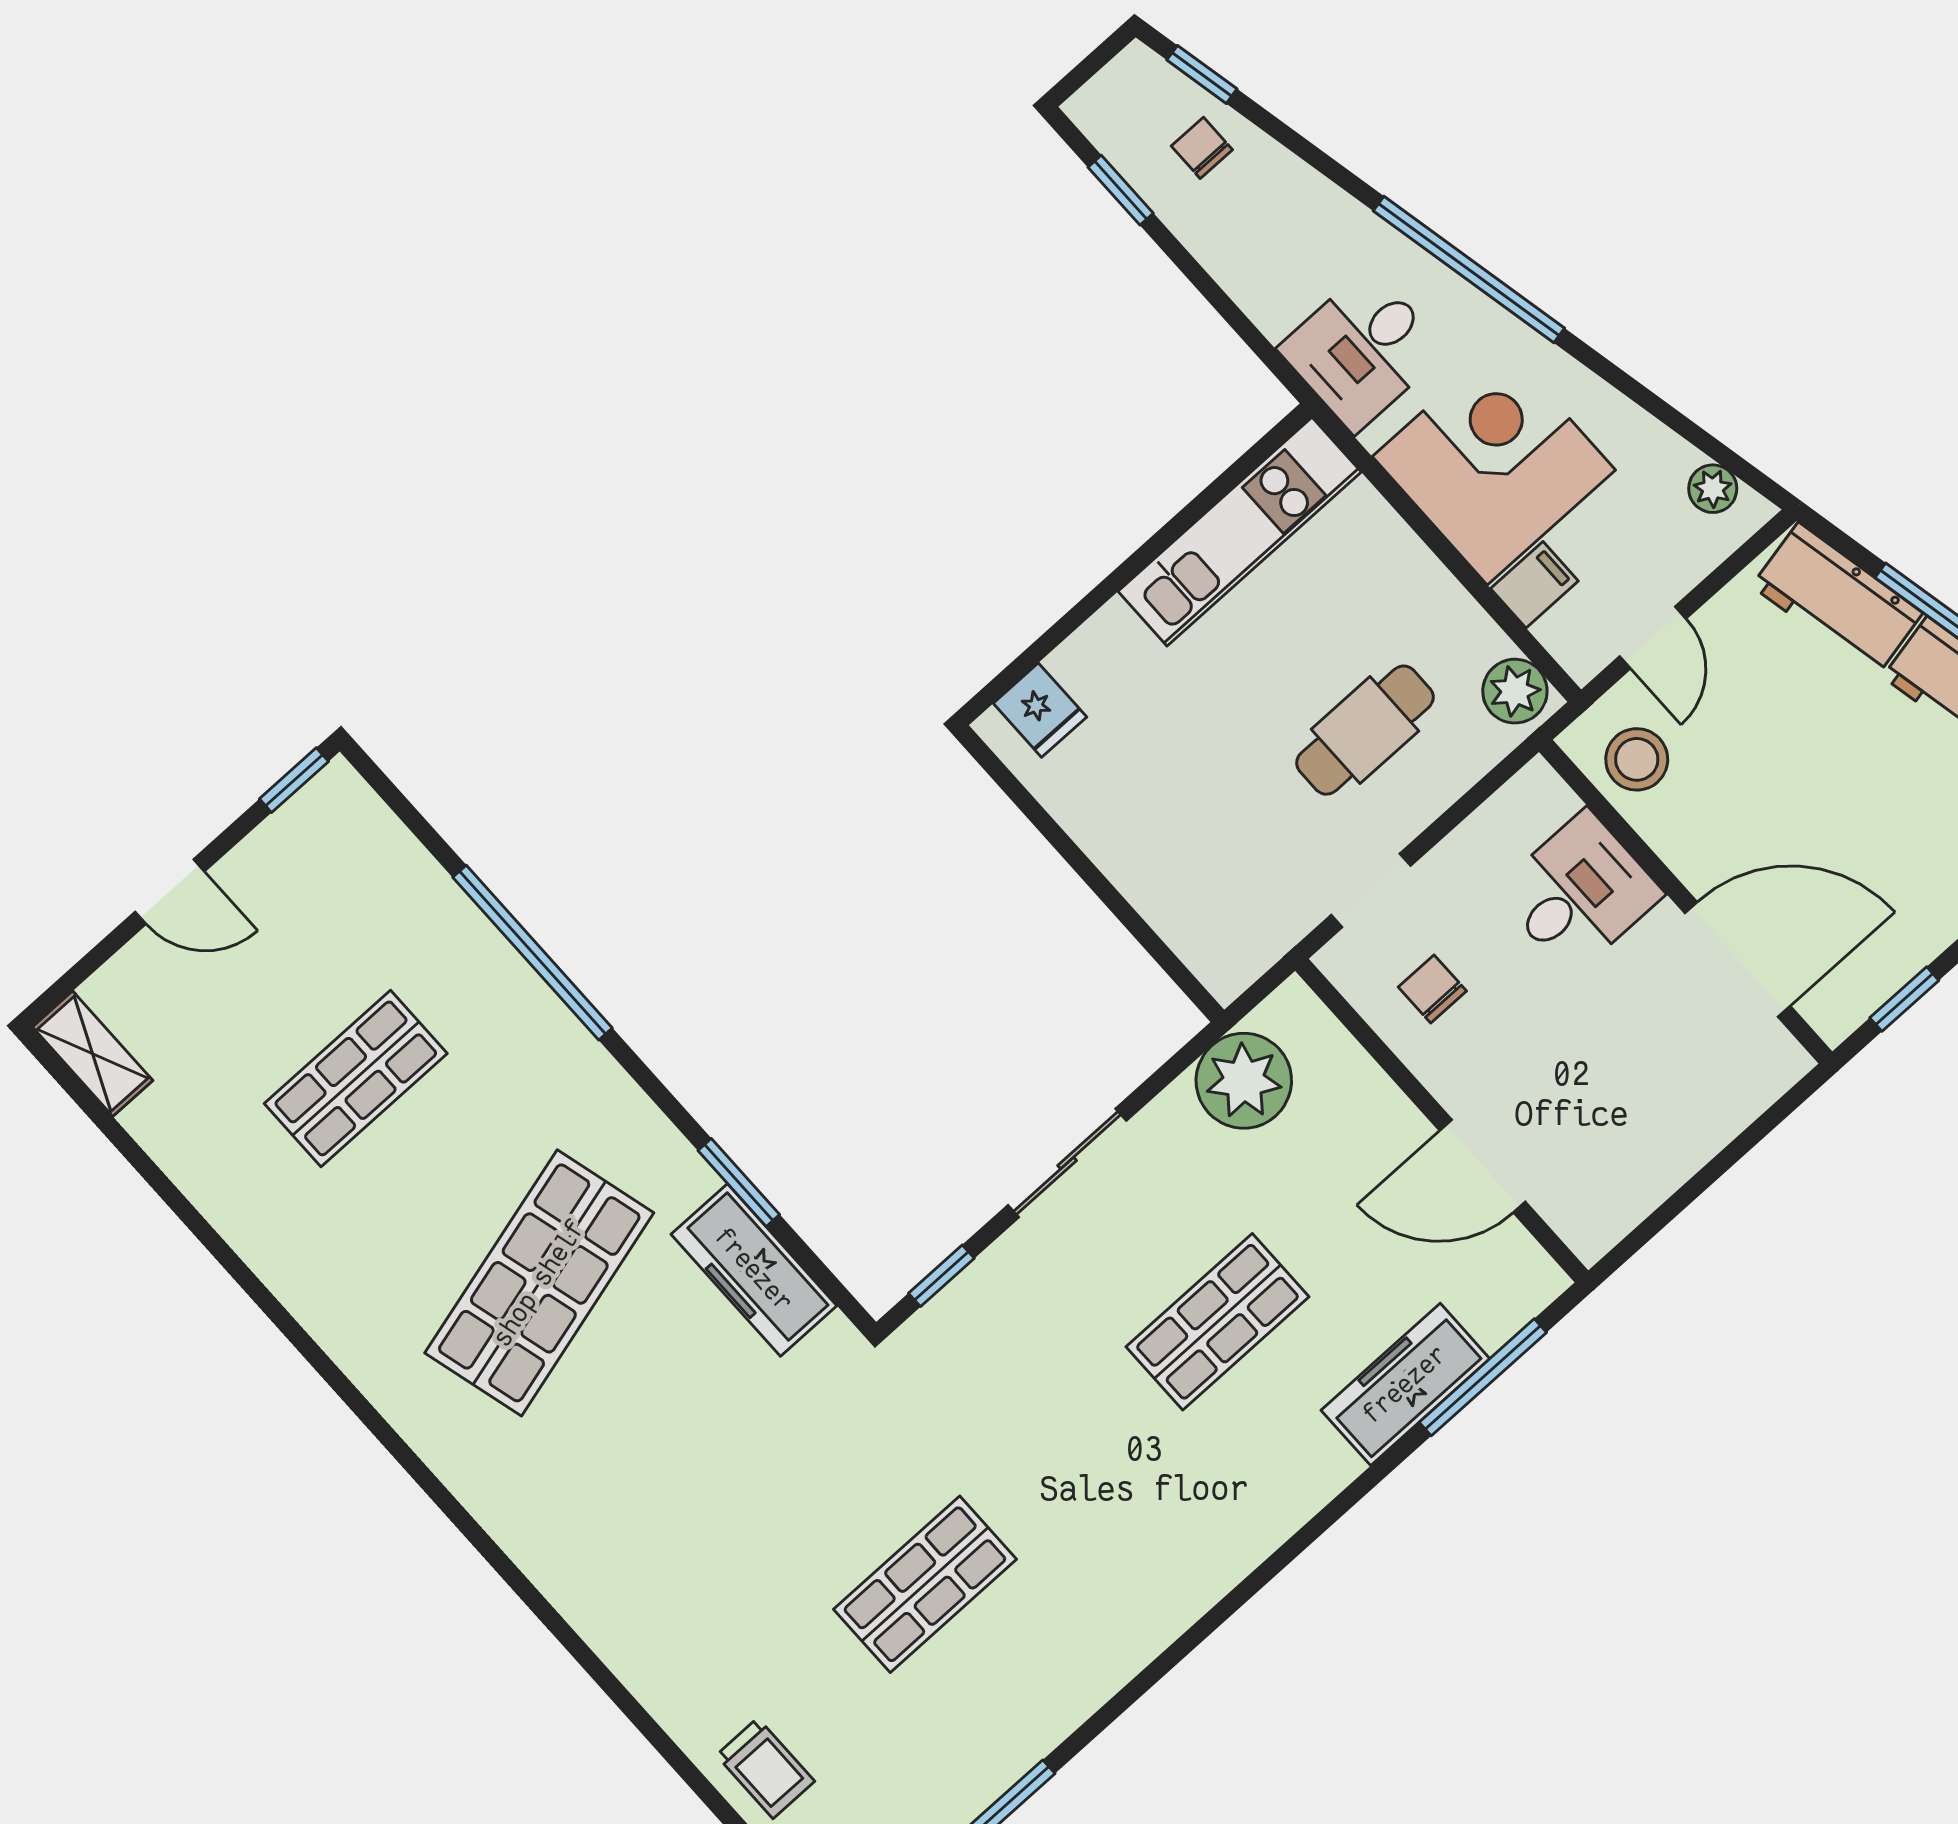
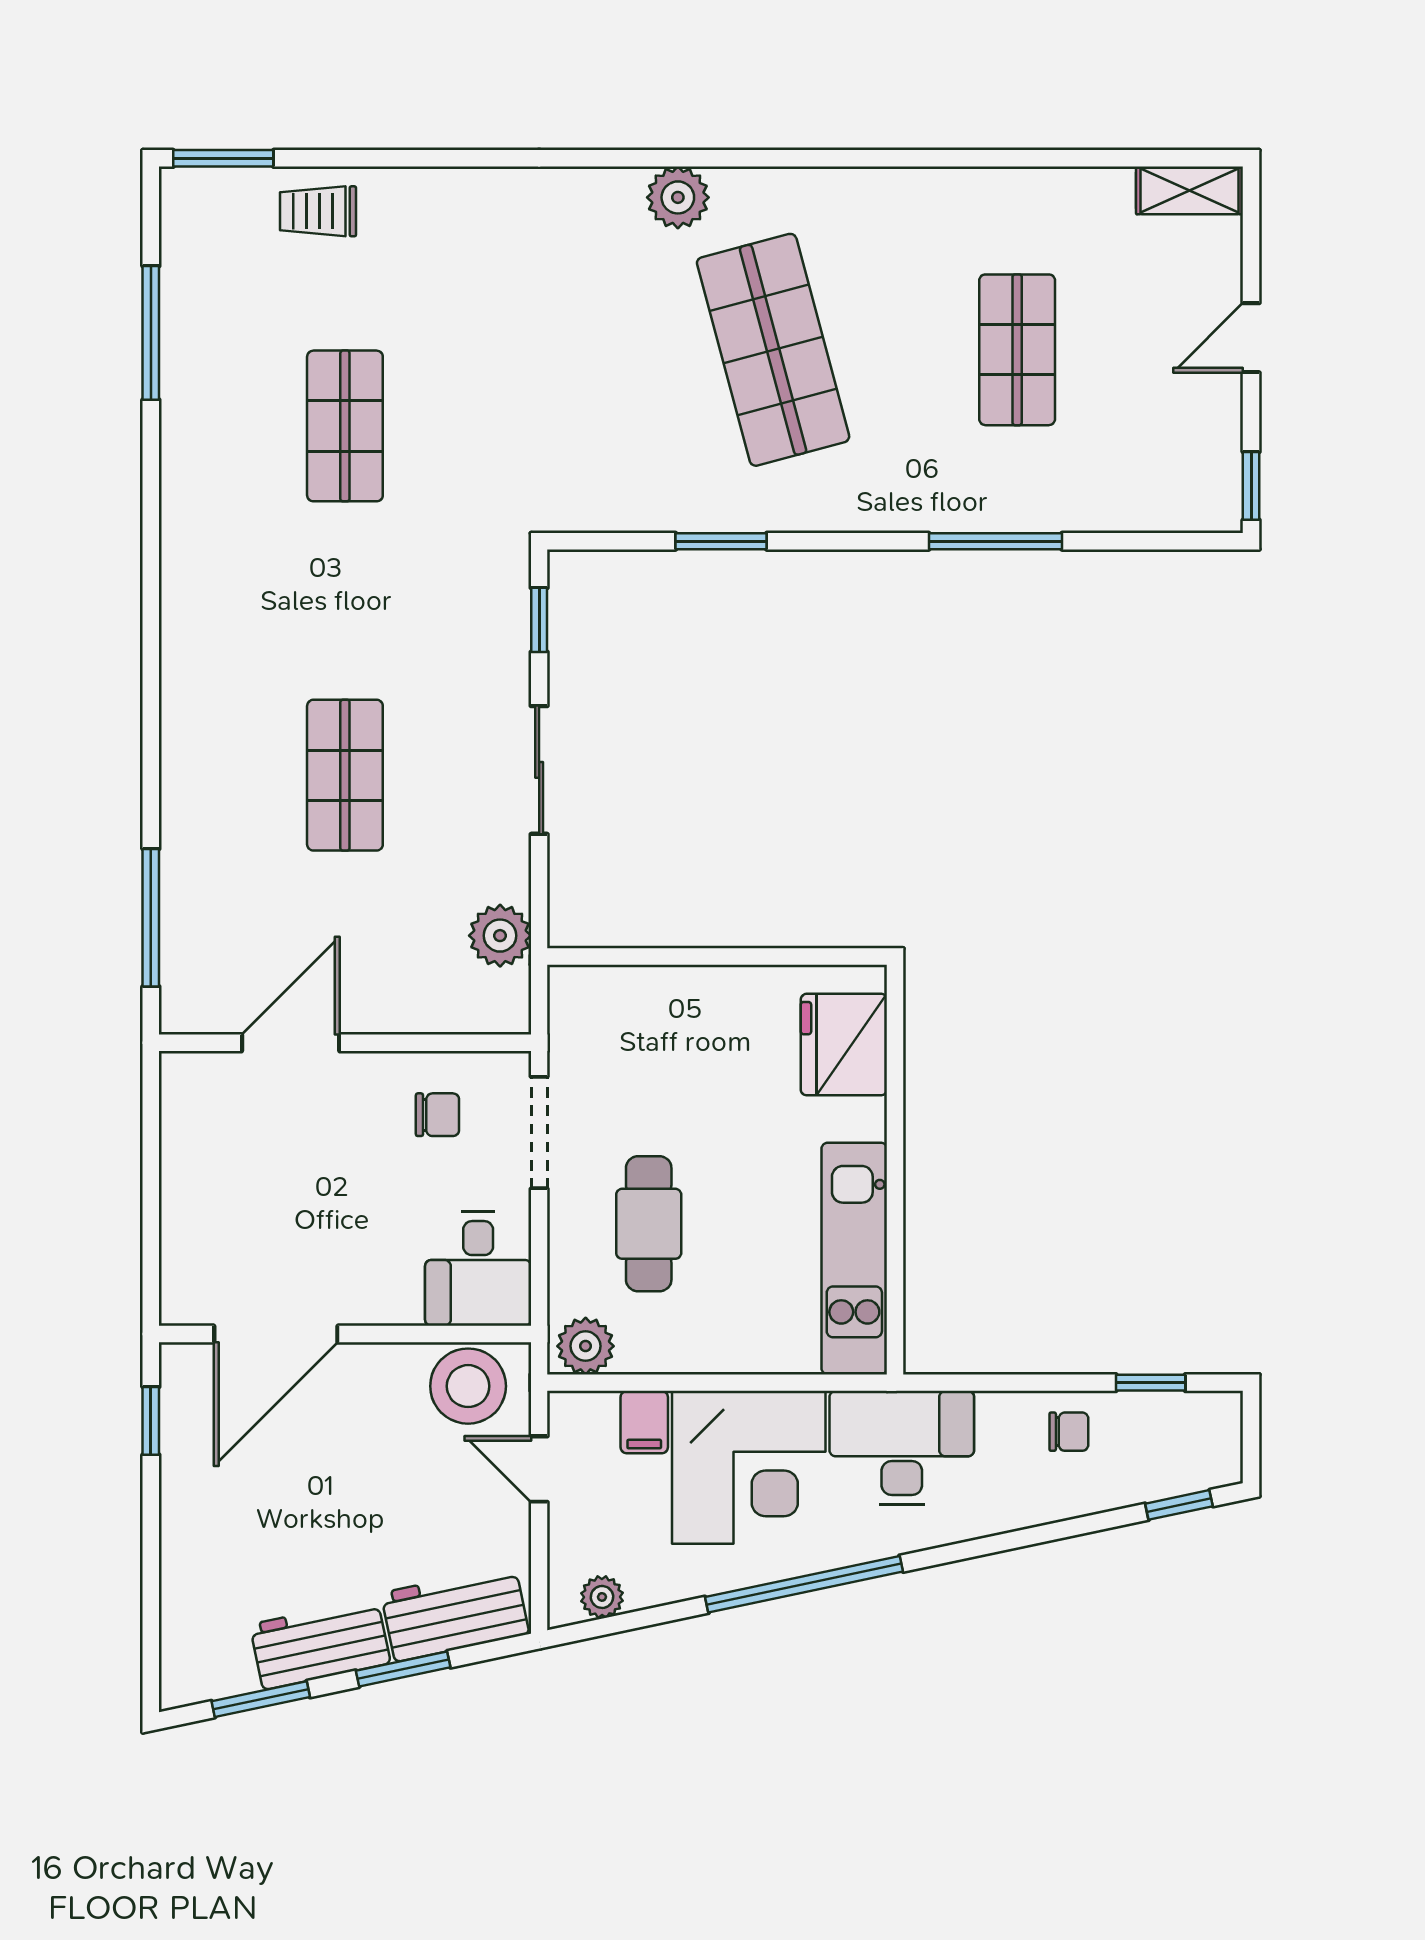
chair: (1202, 148) -> (1069, 1432), moved
window: (1469, 270) -> (804, 1584), moved
desk: (1362, 350) -> (902, 1447), width x1.37
fridge: (1040, 710) -> (844, 1045), width x1.88, depth x1.34
stool: (1637, 759) -> (468, 1386), width x1.38, depth x1.38
doorway: (1371, 890) -> (539, 1133), width x1.38
desk: (1579, 893) -> (478, 1269), moved
window: (533, 953) -> (995, 541), width x0.68
plant: (1244, 1081) -> (500, 936), width x0.73, depth x0.73
freezer: (754, 1270) -> (654, 499), removed
freezer: (1405, 1384) -> (192, 862), removed
plant: (483, 1477) -> (678, 197), added

